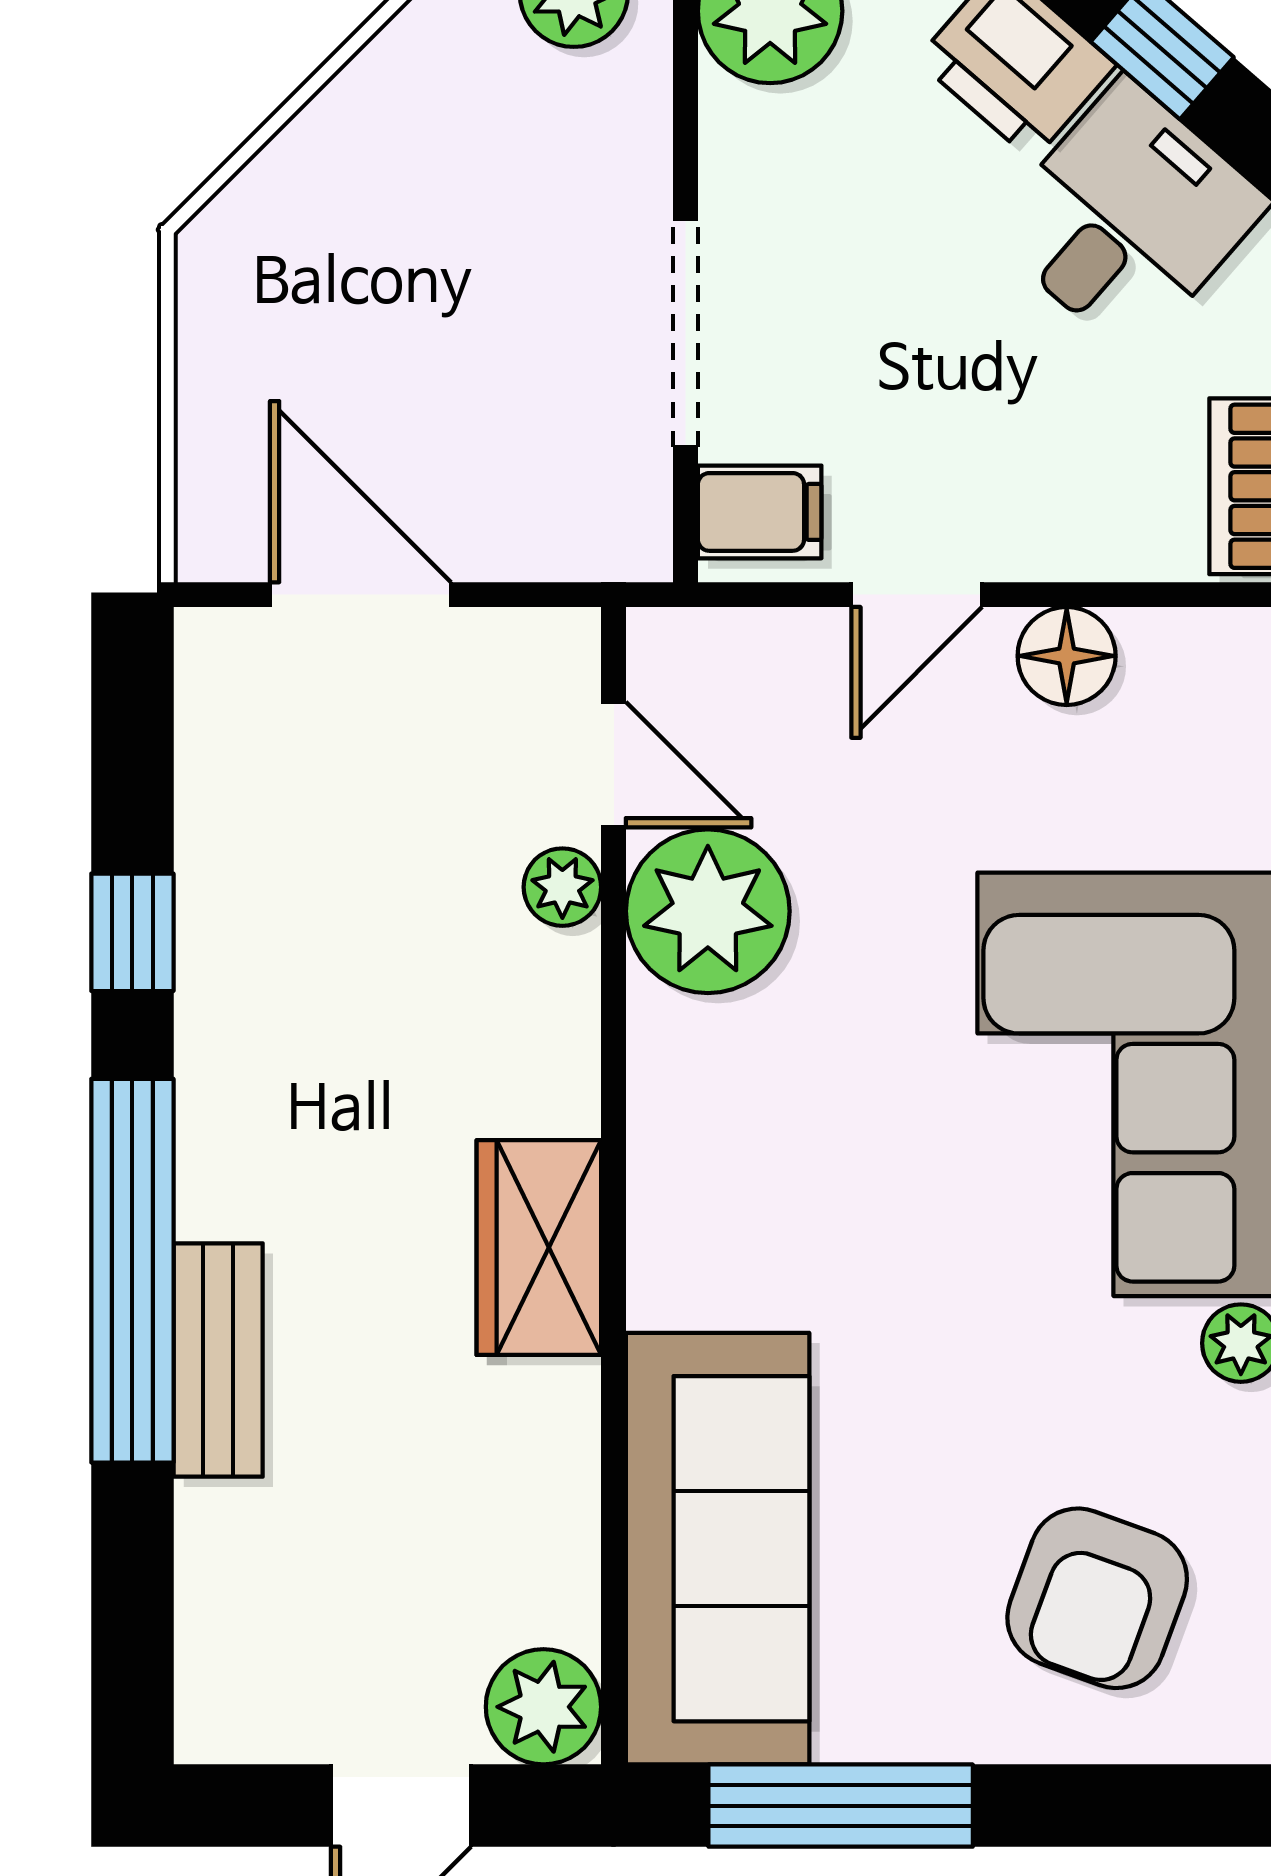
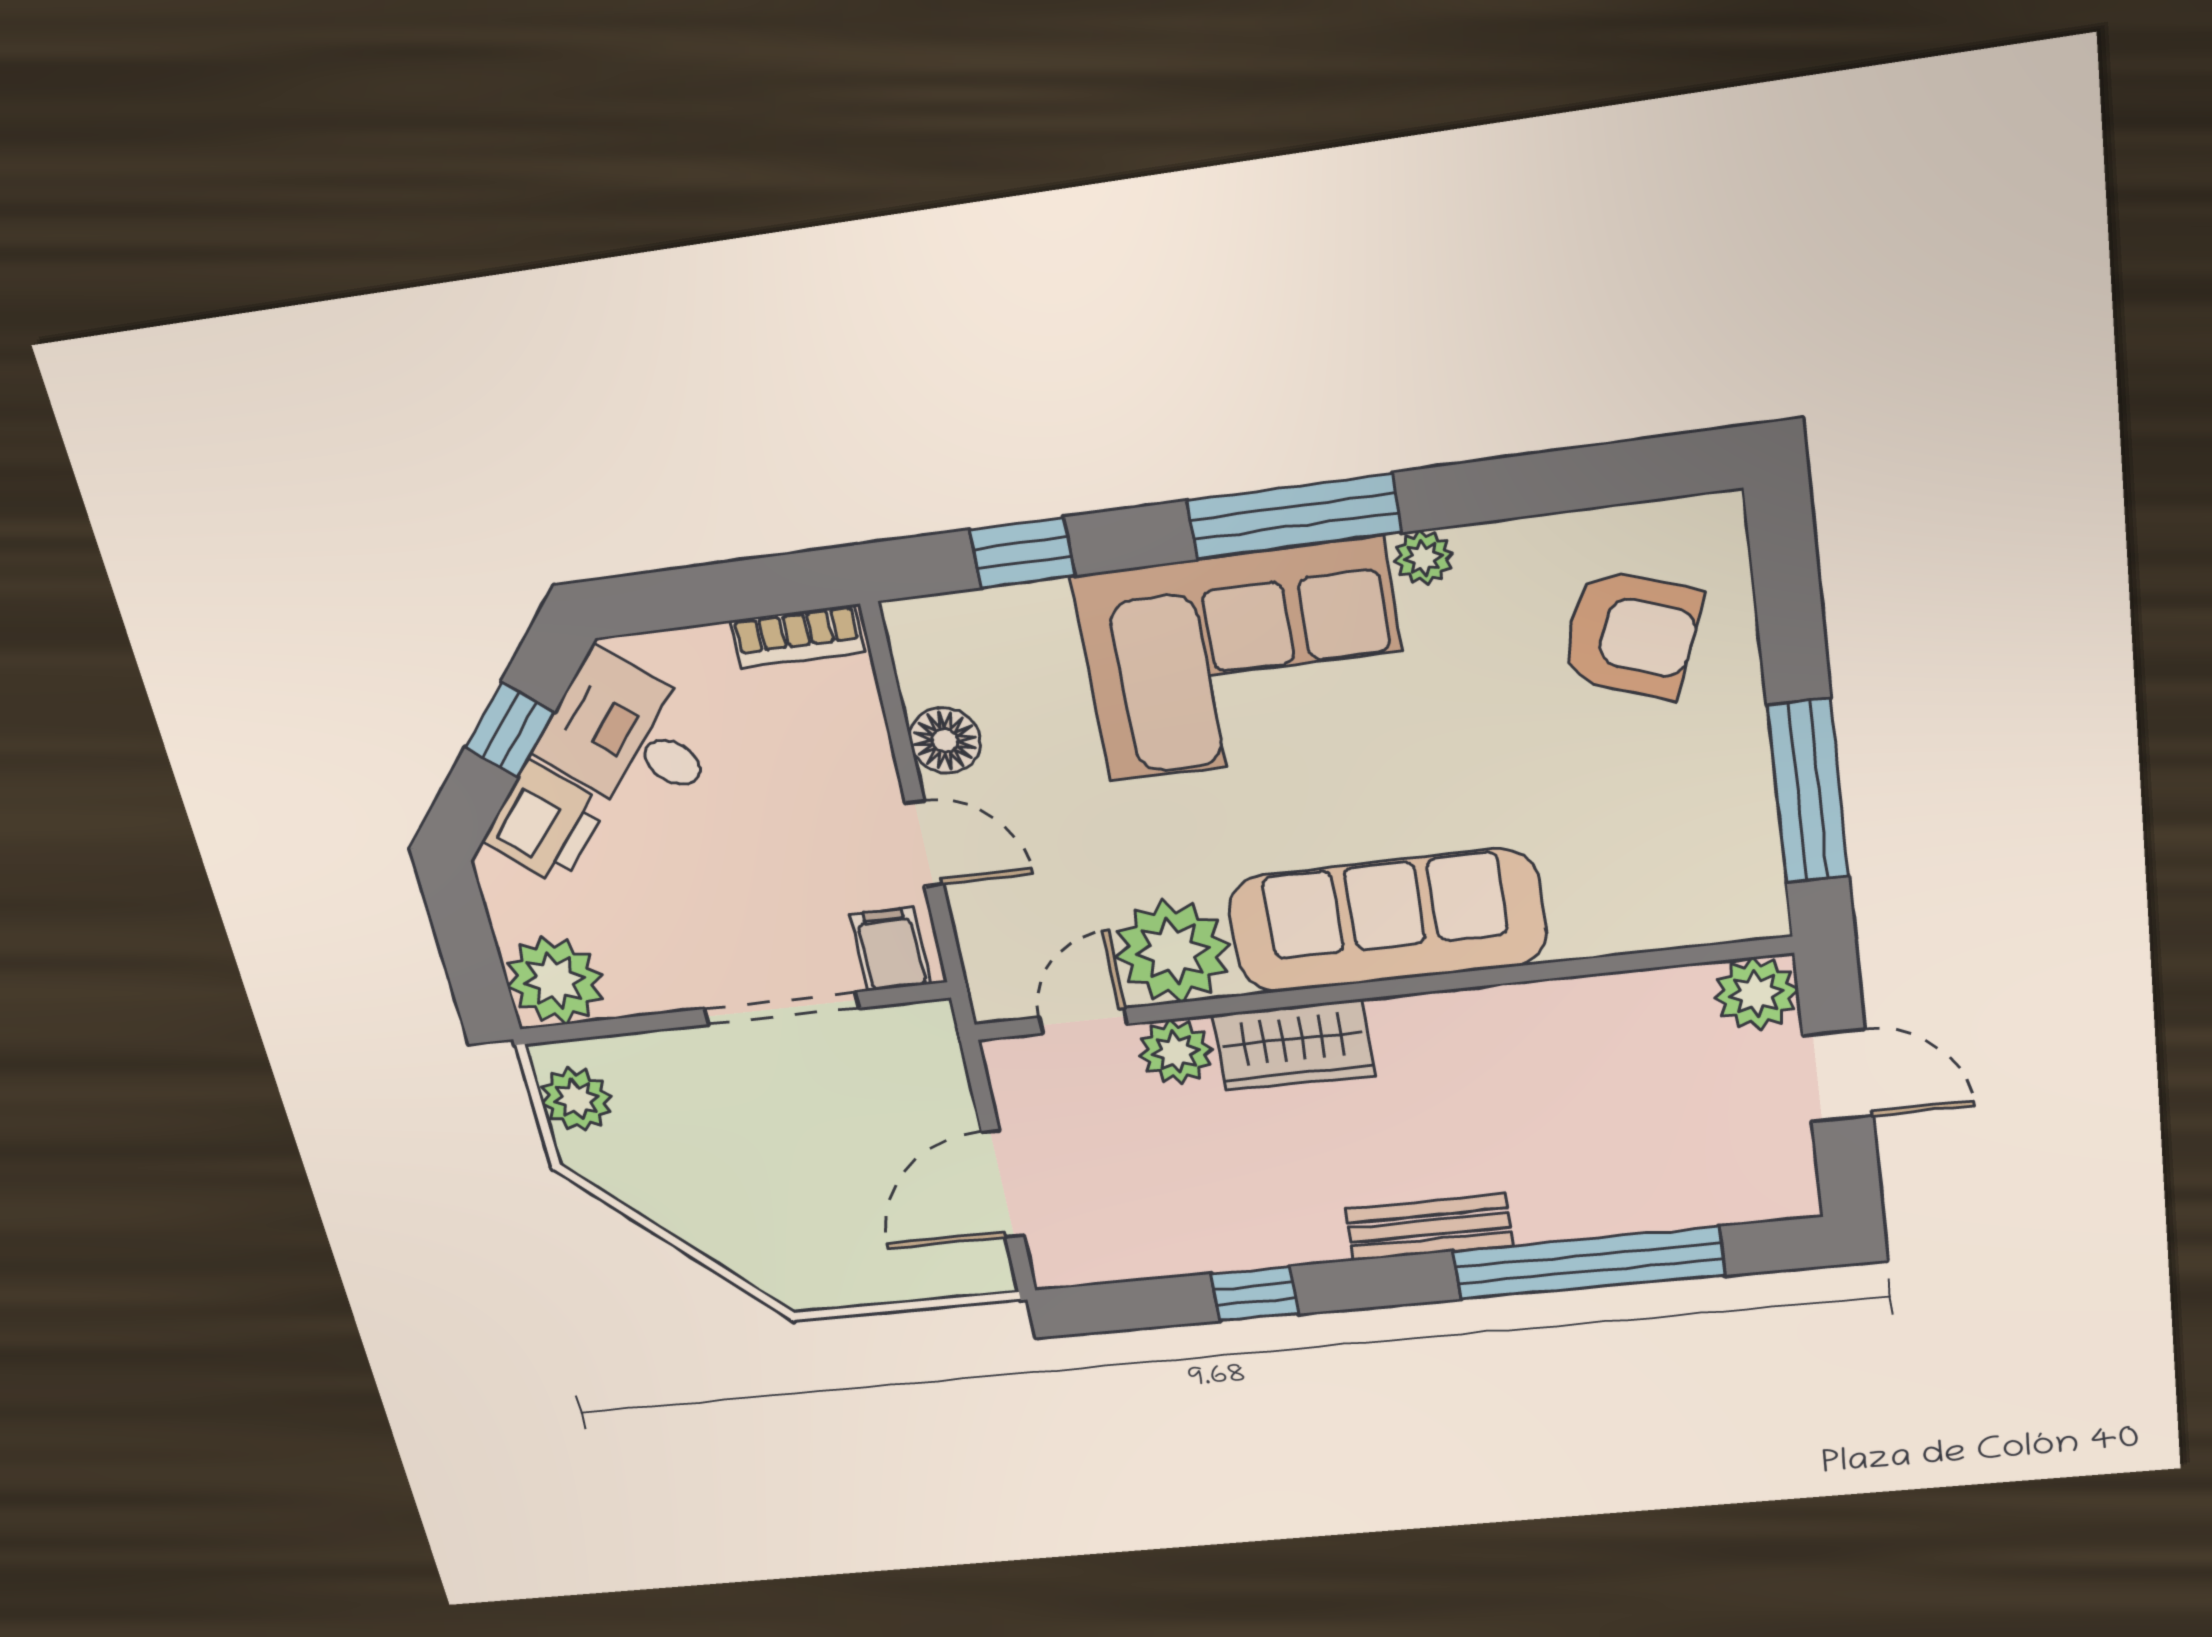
plant: (562, 887) -> (1176, 1052), width x1.38, depth x1.38
wardrobe: (539, 1248) -> (1293, 1045), moved
window: (132, 1271) -> (1589, 1263), moved
bench: (218, 1360) -> (1429, 1227), moved
sofa: (718, 1549) -> (1387, 921), moved

